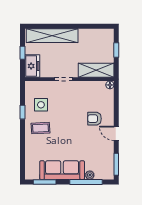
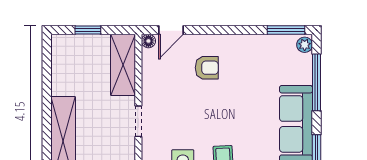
armchair: (95, 119) -> (207, 68), turned -90
door: (116, 133) -> (171, 30), moved
plant: (90, 175) -> (305, 45), moved

